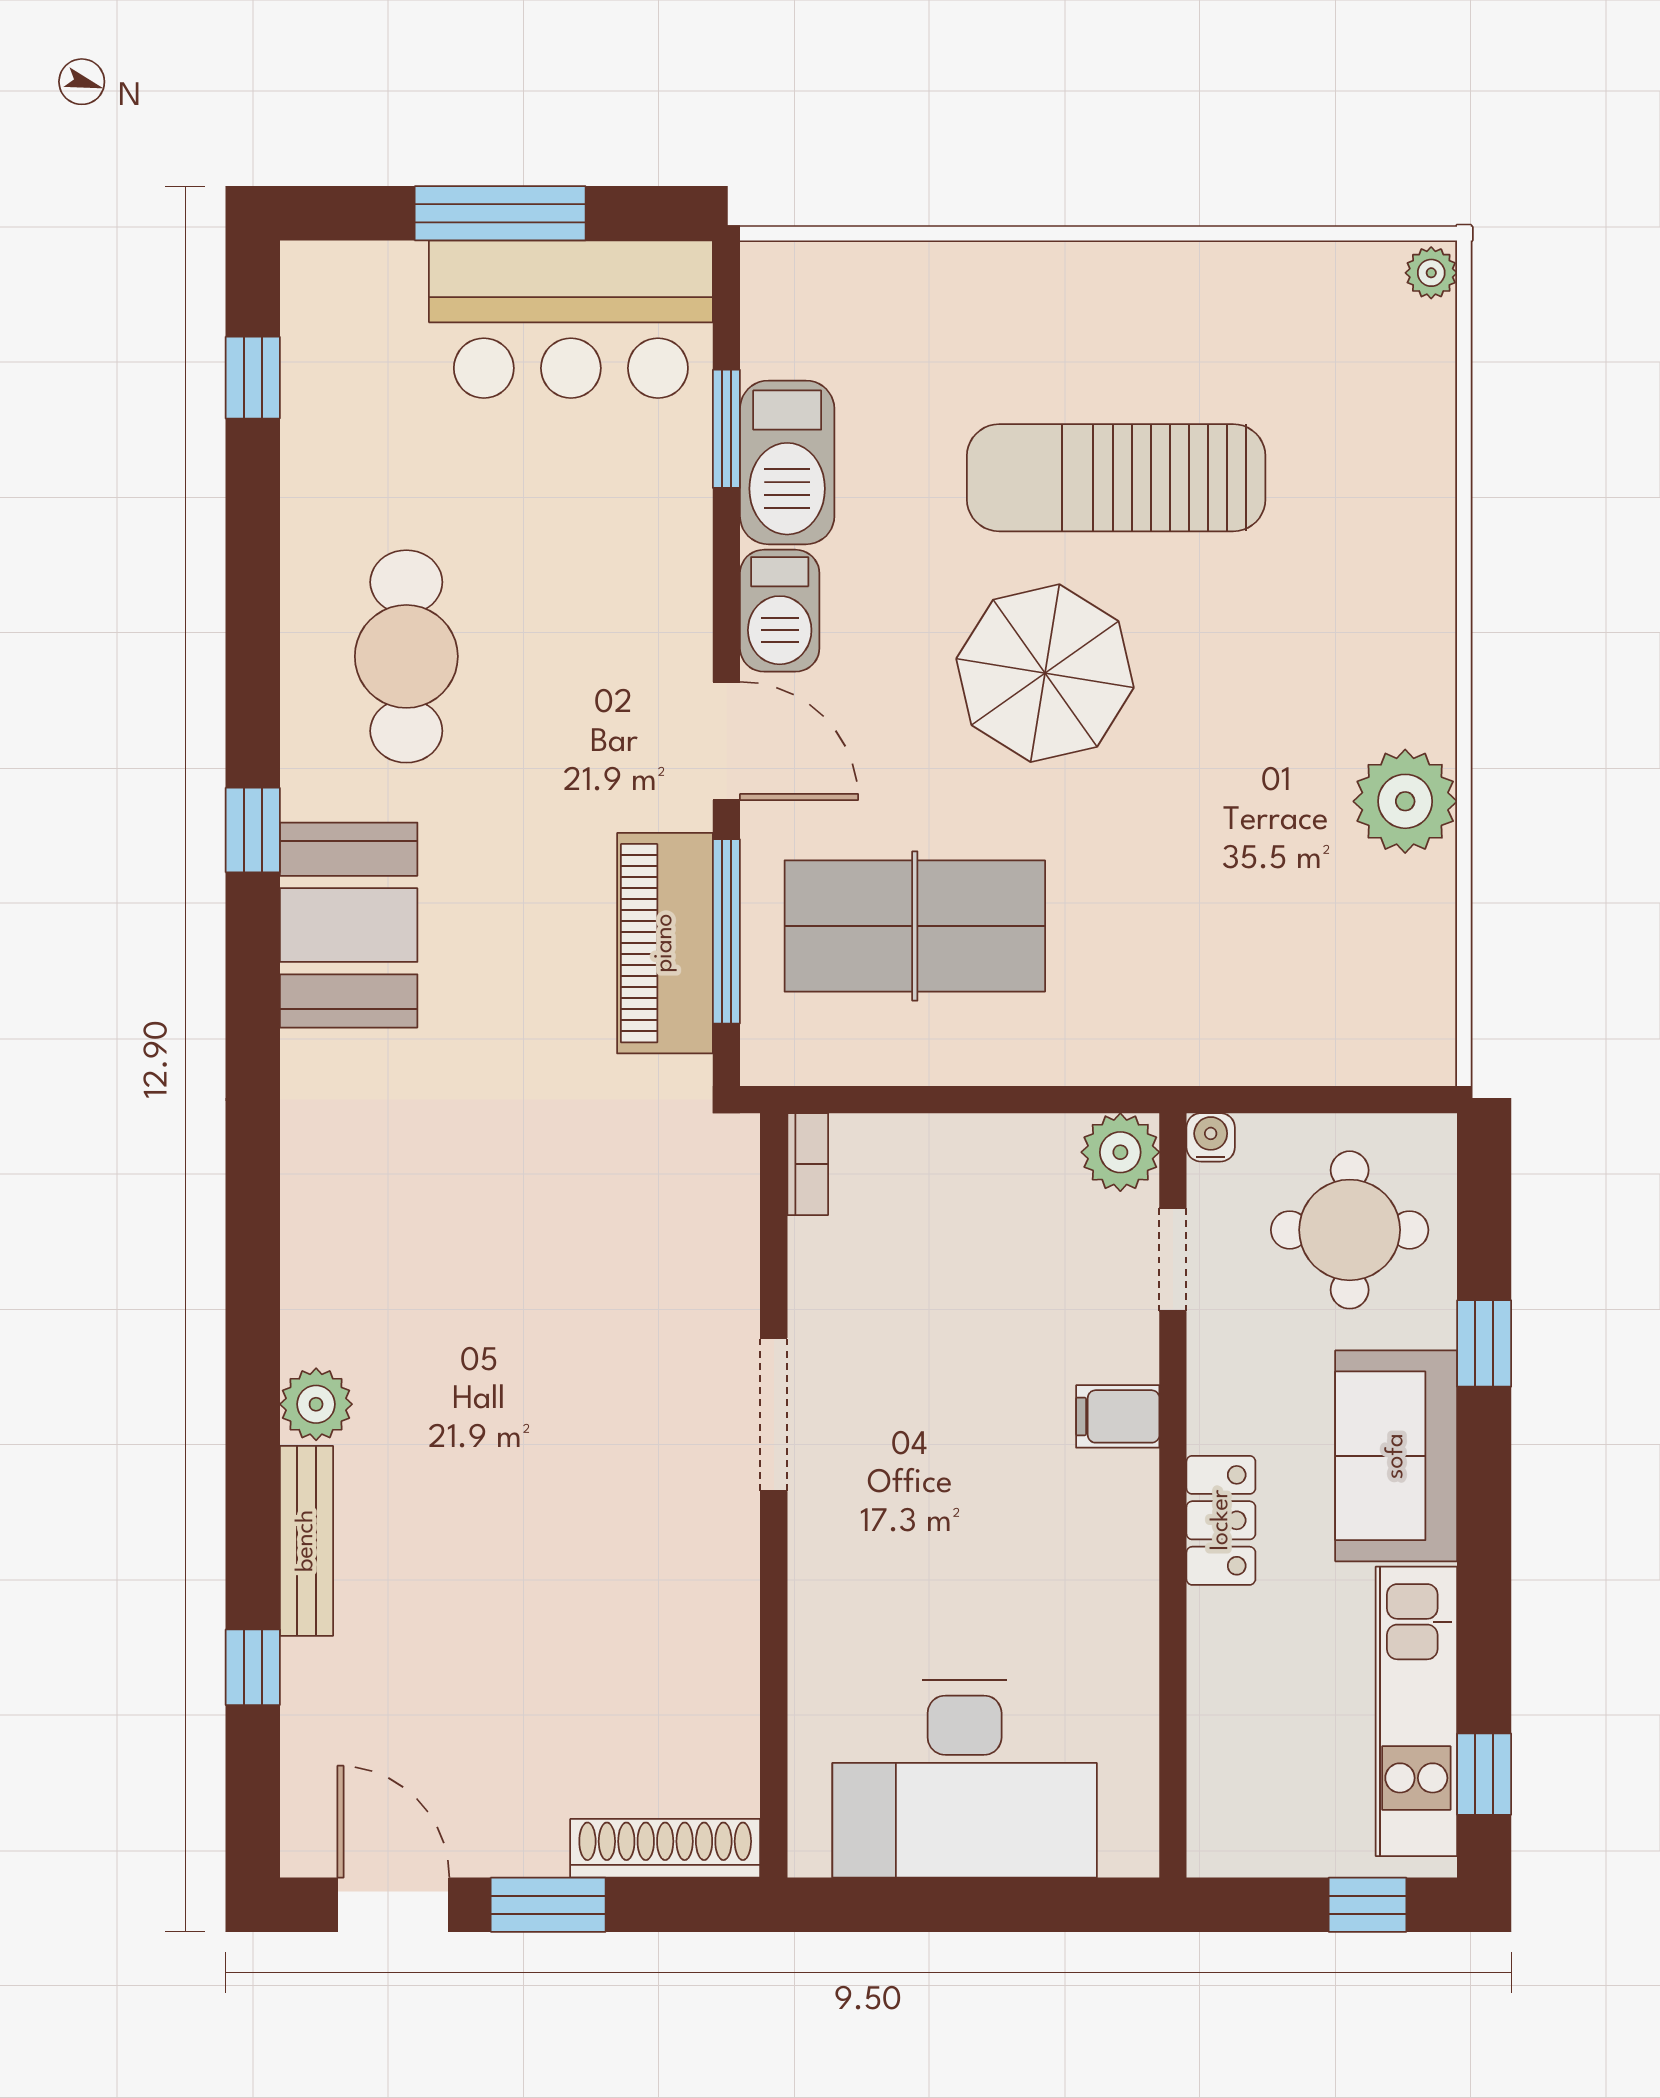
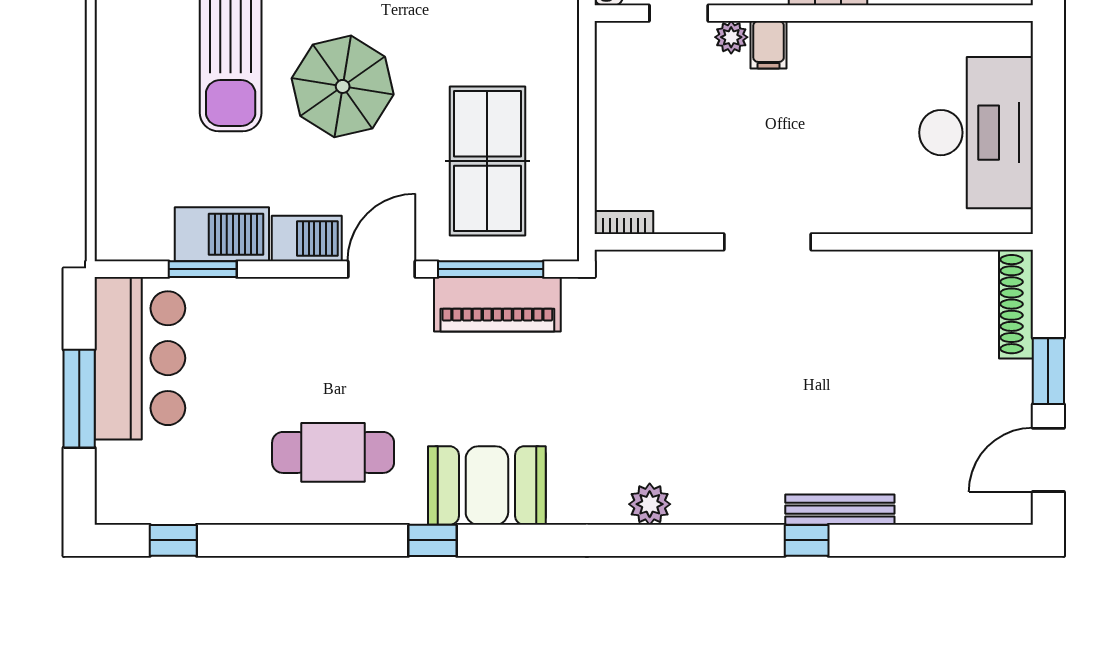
plant: (1120, 1152) -> (731, 37), moved, width x0.73, depth x0.73
plant: (316, 1404) -> (650, 504), moved
window: (253, 1667) -> (807, 540), moved

